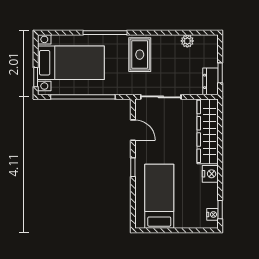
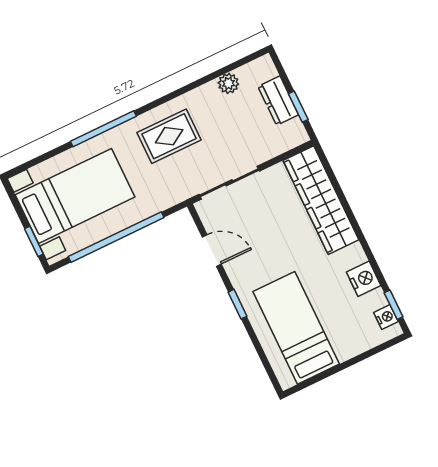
rug: (140, 55) -> (169, 136), turned 90
dresser: (211, 81) -> (278, 101), moved
nightstand: (210, 174) -> (364, 279), moved

